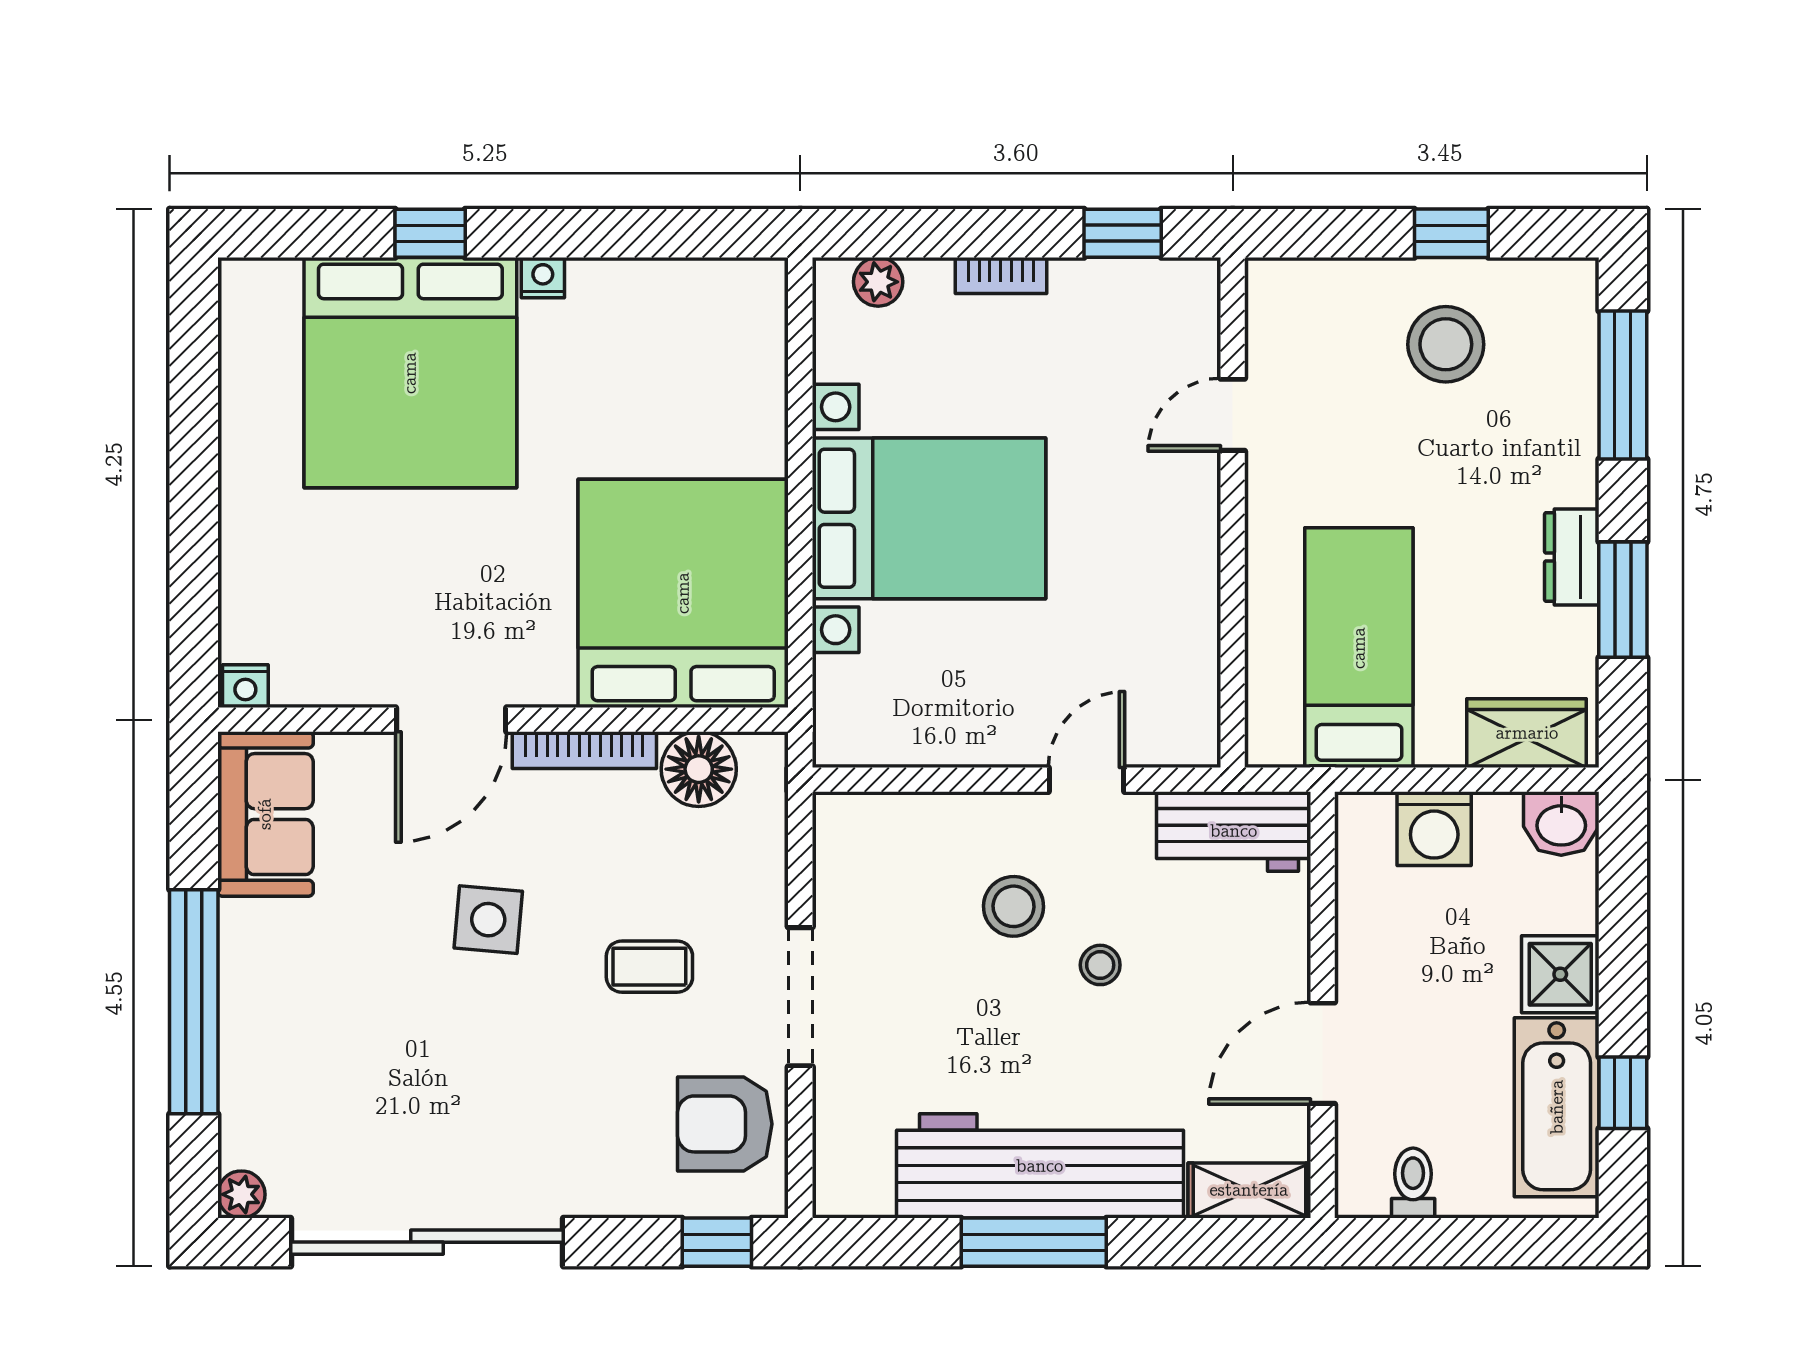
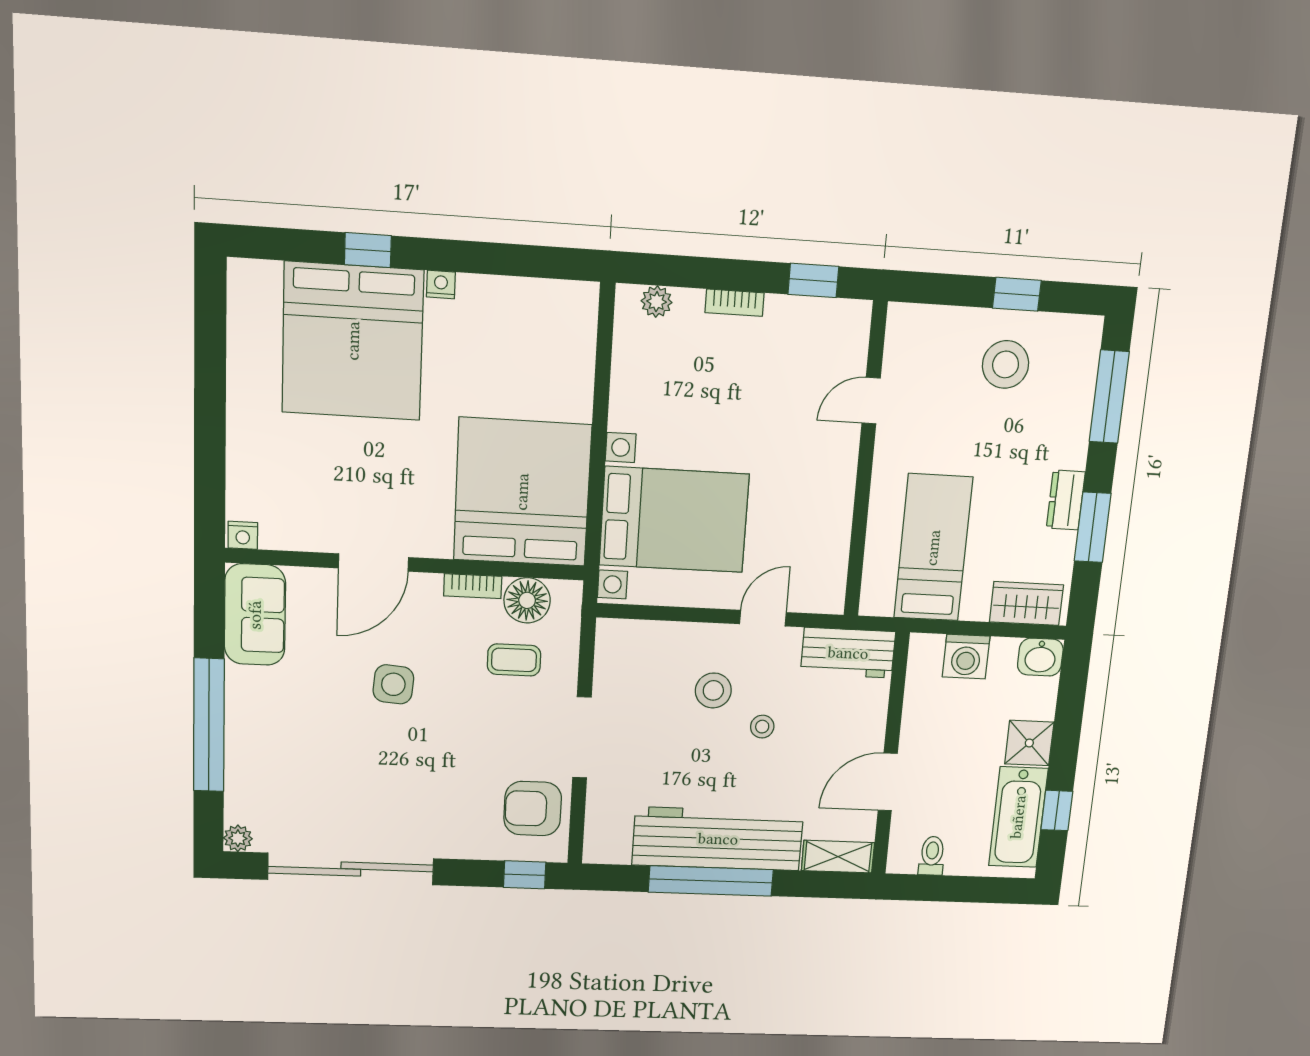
bed with nightstands: (929, 518) -> (674, 520), moved
bookcase: (584, 750) -> (473, 586), width x0.64
coffee table: (649, 967) -> (514, 660), moved
window: (1034, 1242) -> (711, 881), width x1.46

